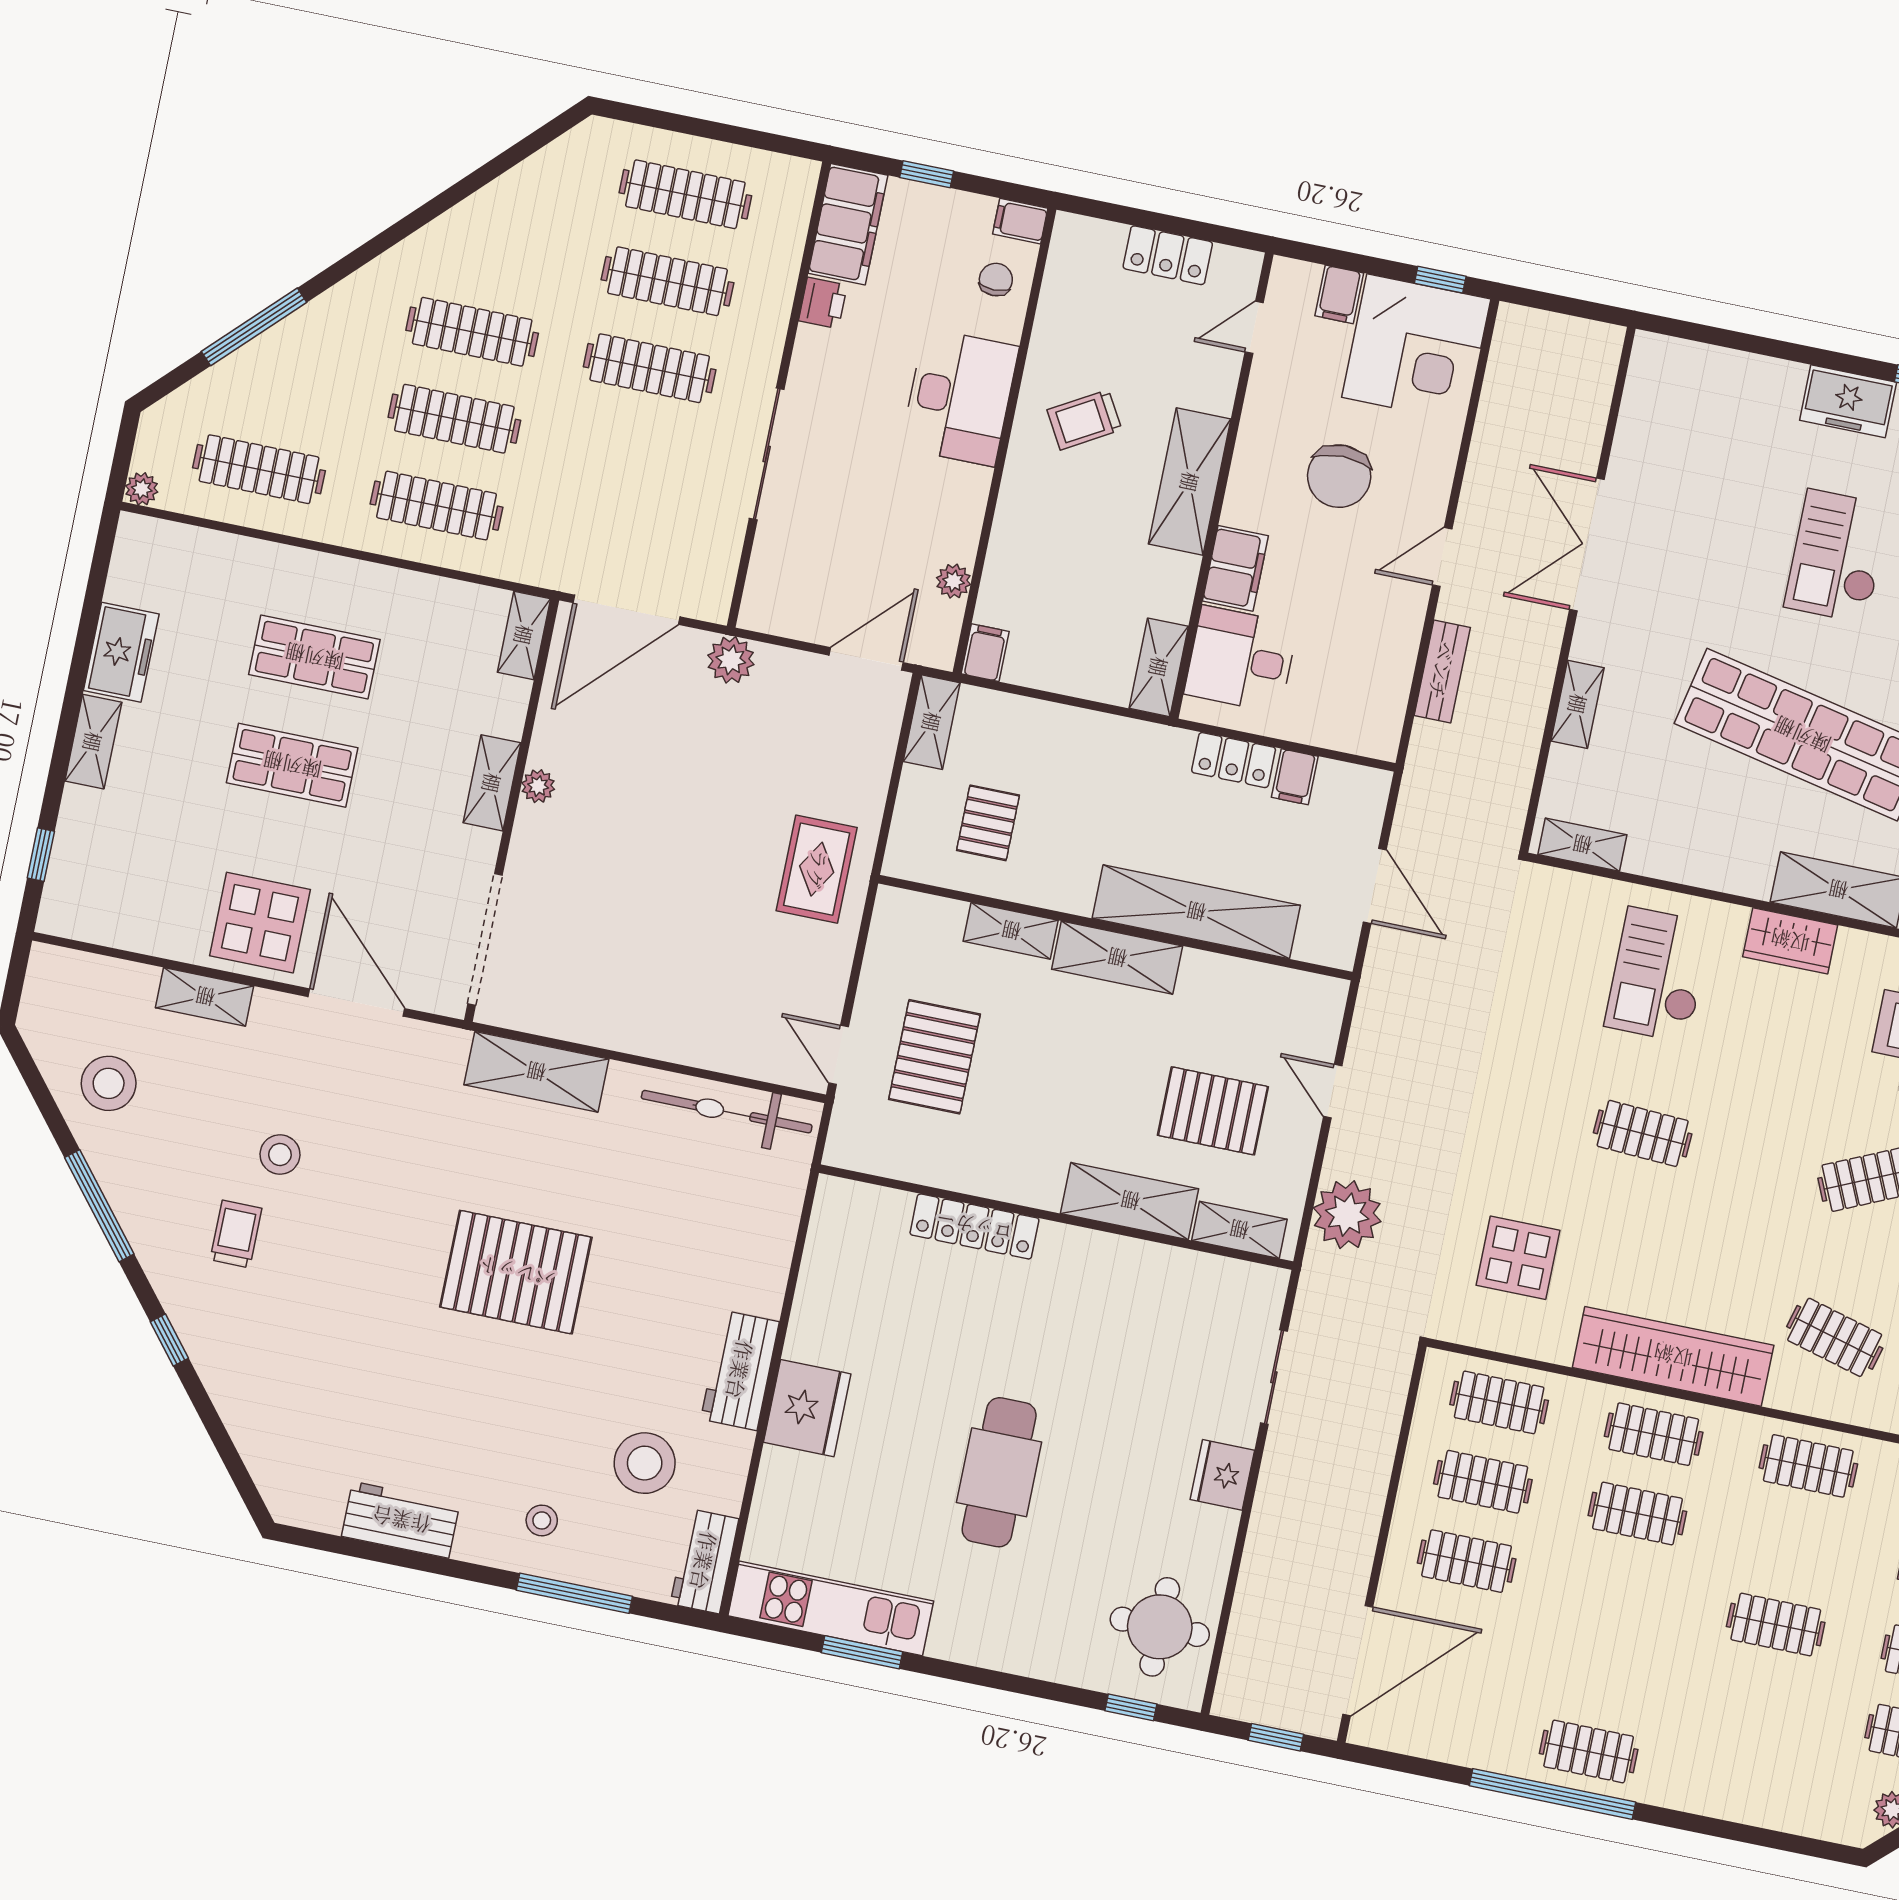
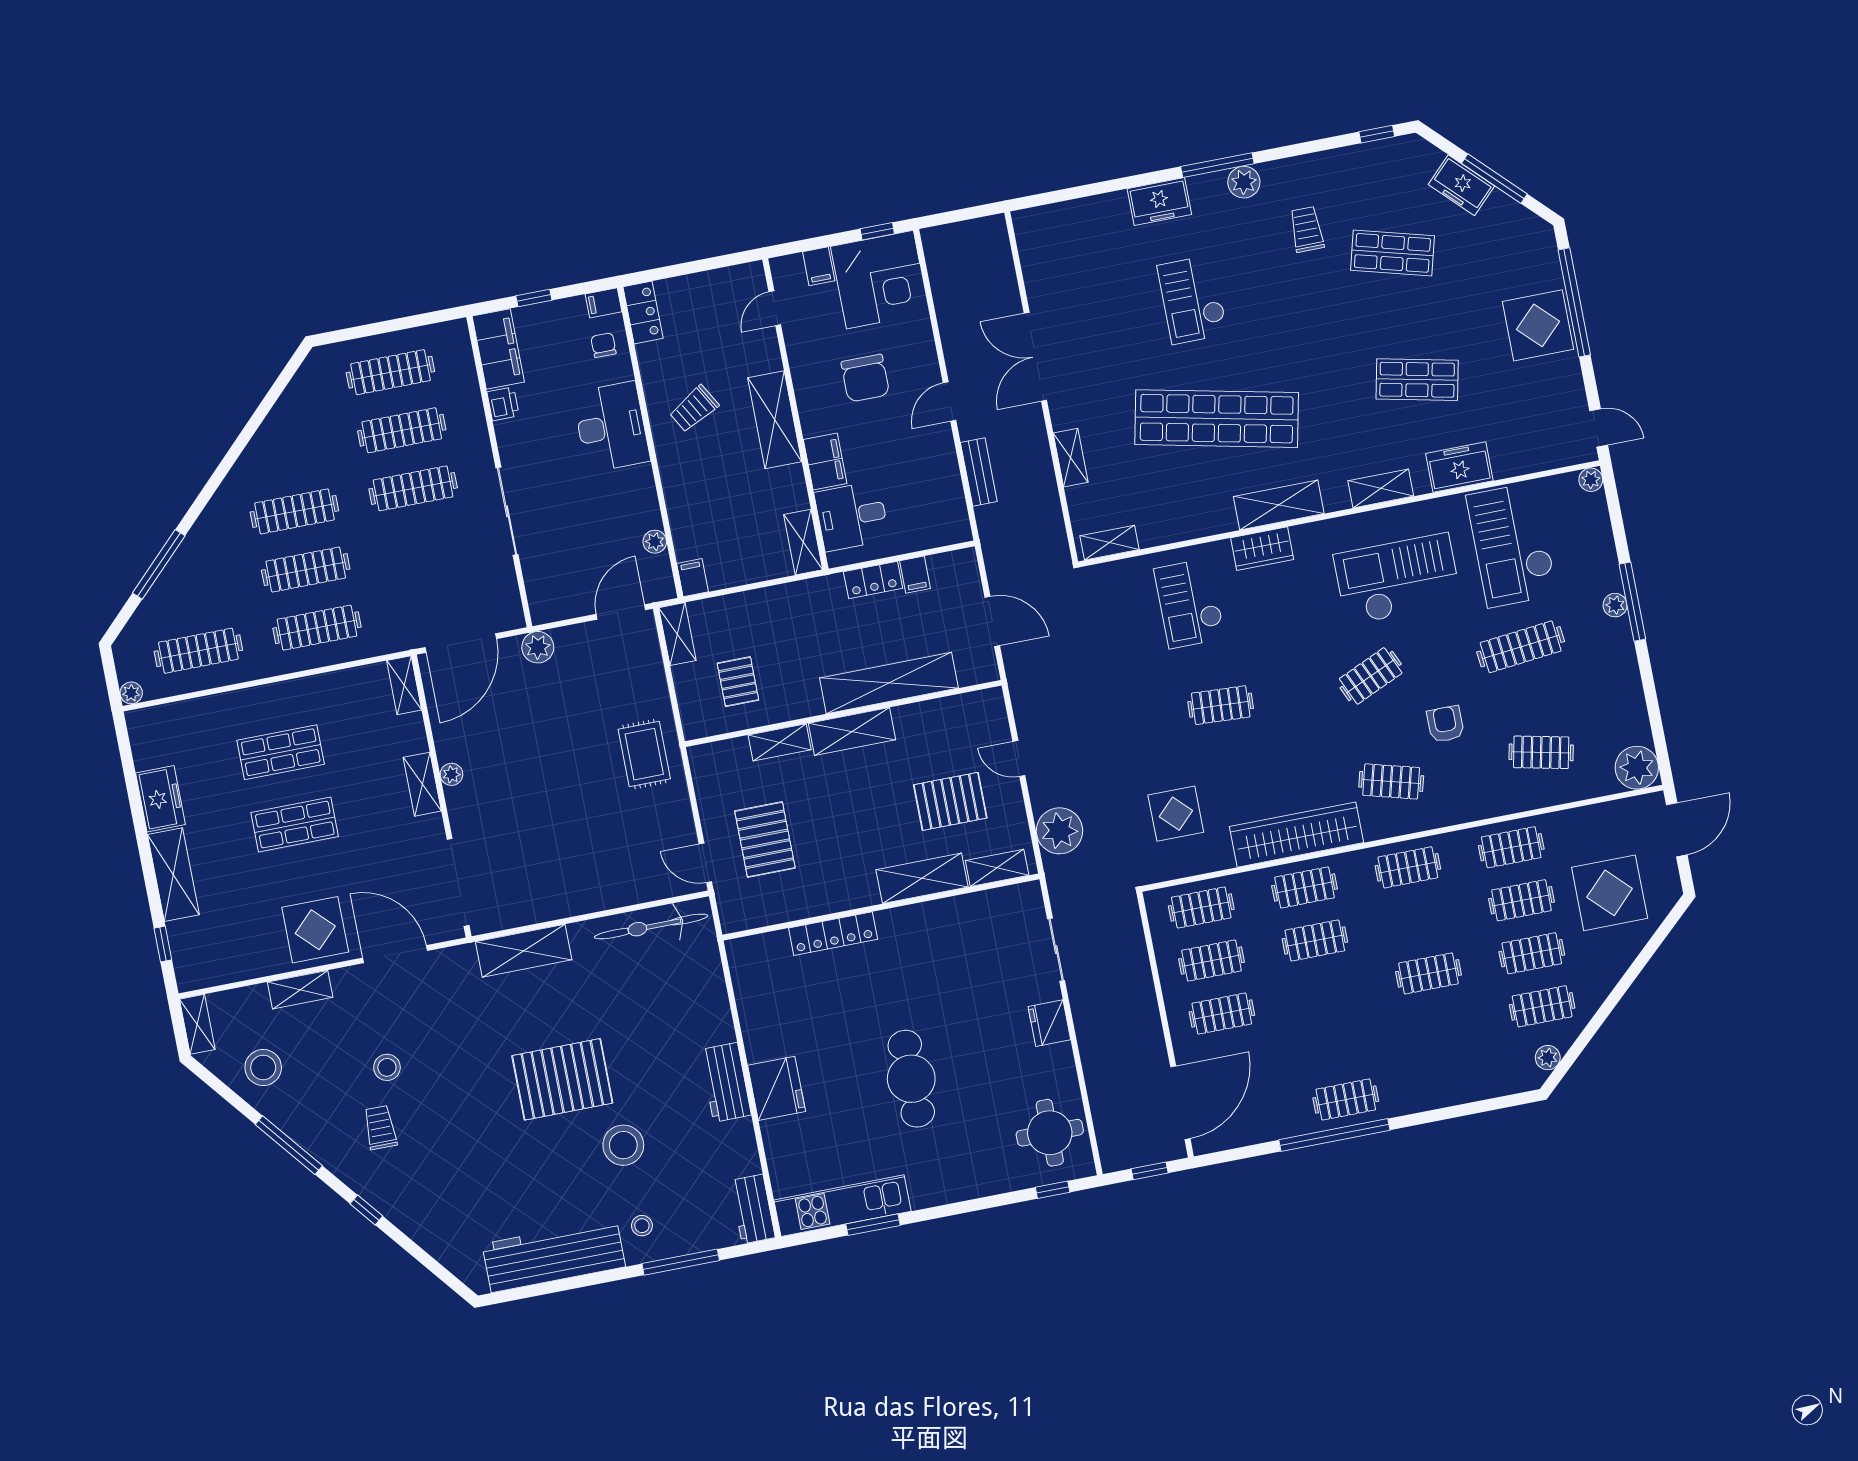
locker: (1168, 255) -> (643, 312), moved, turned -90
shelving: (93, 742) -> (173, 875), width x1.50, depth x1.33
shelving: (42, 986) -> (197, 1024), added
stool: (645, 1463) -> (623, 1145), moved
workbench: (401, 1520) -> (554, 1255), width x1.88, depth x1.32

